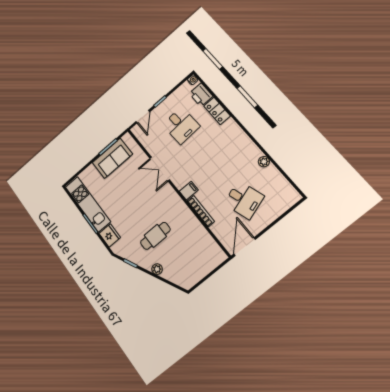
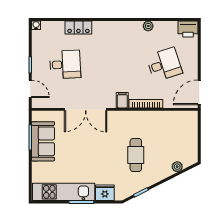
printer: (201, 95) -> (188, 29), moved
double door: (160, 169) -> (86, 109), width x1.37
door: (245, 247) -> (199, 92), hinge flipped
plant: (157, 269) -> (177, 167), moved

